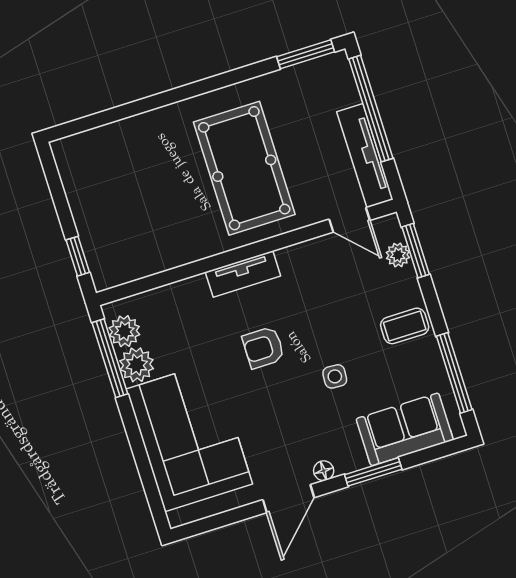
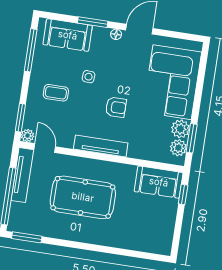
pool table: (244, 168) -> (83, 197), turned 90
plant: (398, 255) -> (27, 136), moved
sofa: (129, 257) -> (159, 182), added
tv unit: (243, 274) -> (101, 146), width x1.41
coffee table: (405, 326) -> (56, 93), moved
window: (110, 358) -> (192, 138), width x0.69

